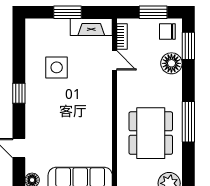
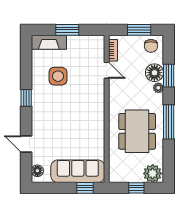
fireplace: (91, 27) -> (49, 42), moved
chair: (167, 31) -> (151, 46), turned -90
window: (188, 46) -> (169, 76), moved
plant: (176, 81) -> (158, 88), added

